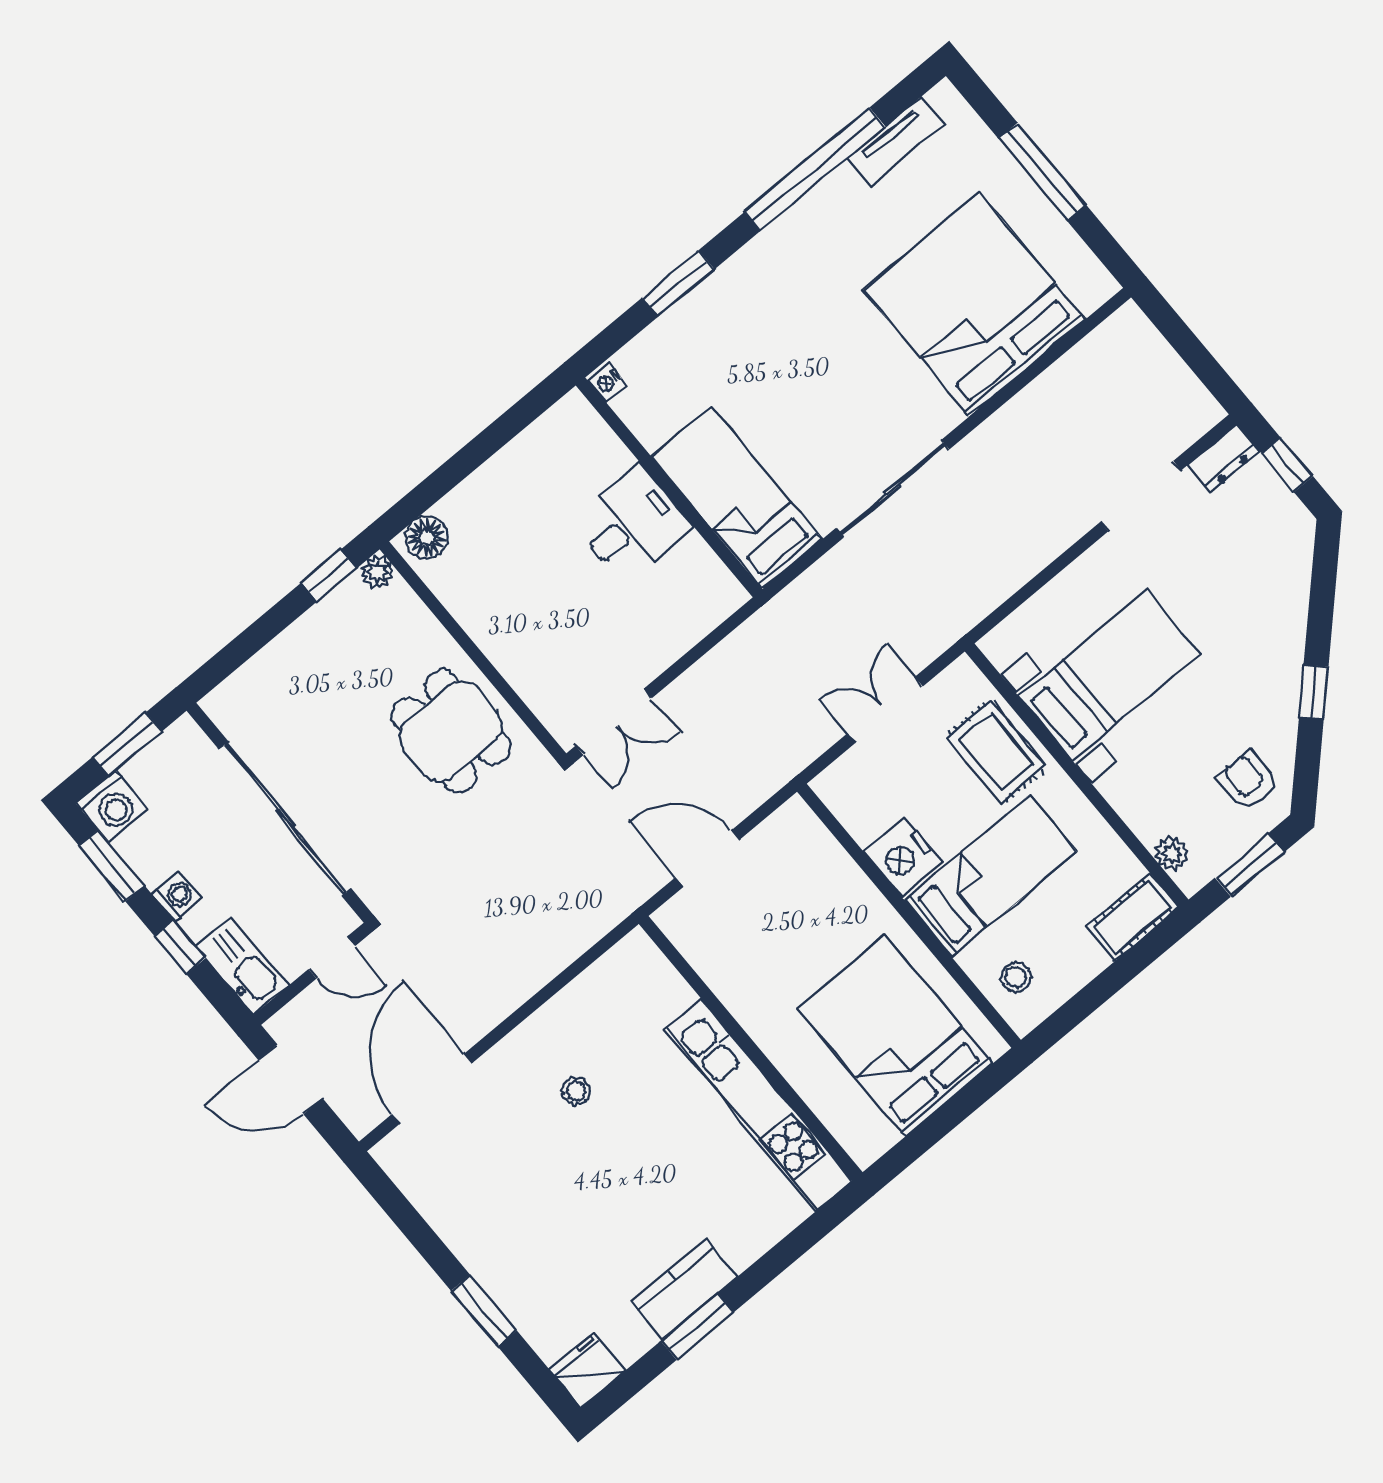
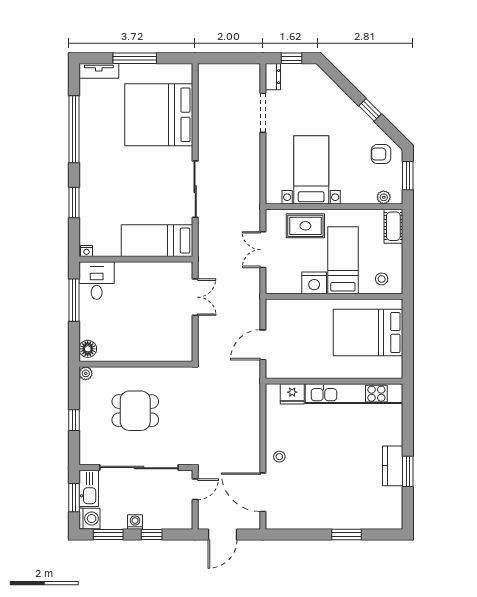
tv unit: (896, 141) -> (99, 71), moved, turned 90
window: (496, 436) -> (74, 300), added
desk: (632, 524) -> (97, 281), moved
window: (329, 576) -> (74, 420), moved
double door: (614, 722) -> (195, 297), moved
dining table: (451, 731) -> (135, 411), moved
kitchen sink: (242, 966) -> (89, 488), moved, turned 90
stool: (576, 1091) -> (279, 457), moved
fridge: (587, 1370) -> (292, 394), moved, turned -90

